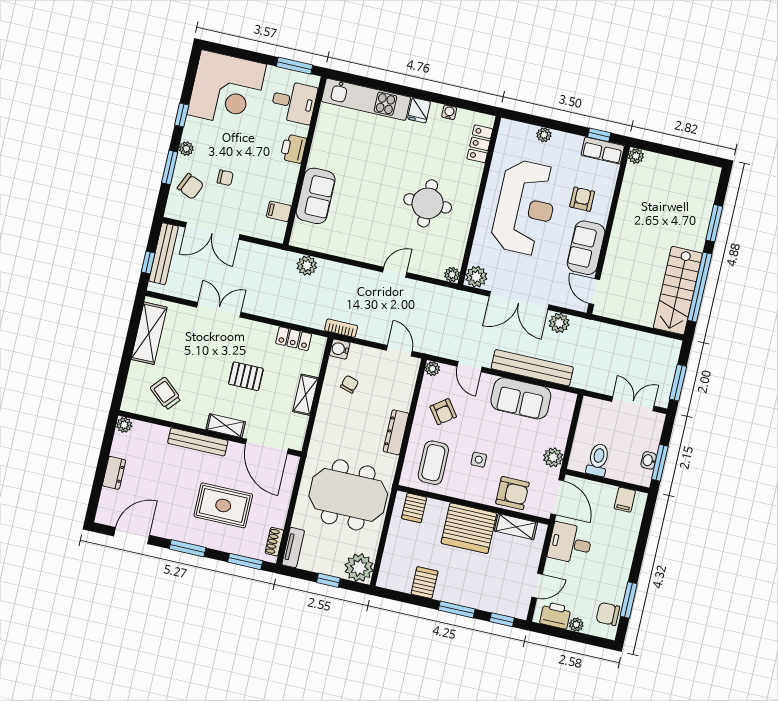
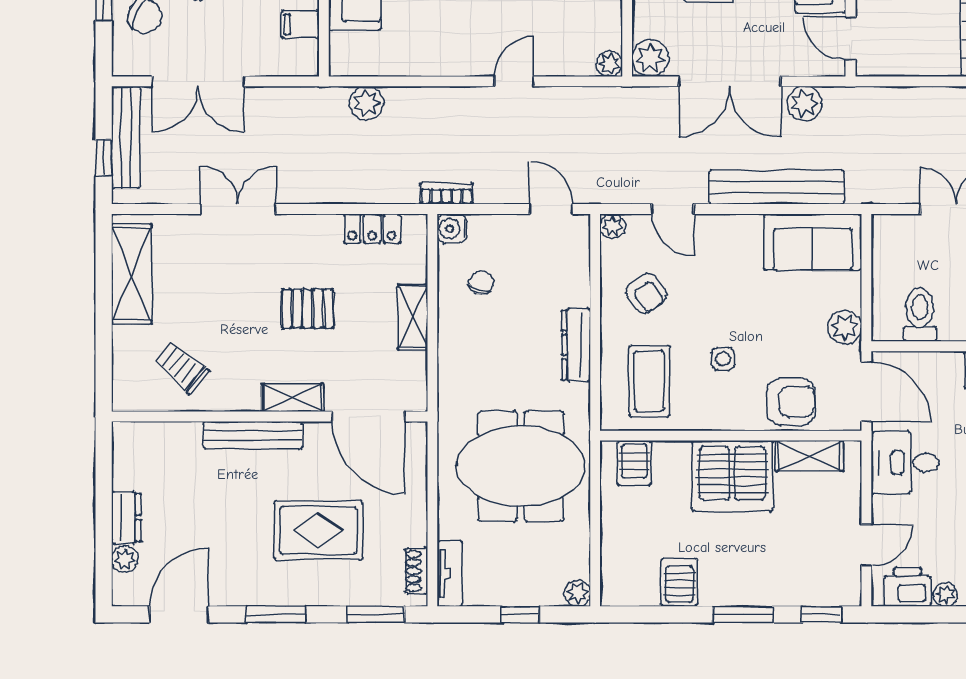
sofa: (521, 398) -> (813, 242), moved
plant: (124, 425) -> (125, 559), moved
plant: (359, 568) -> (577, 593), width x0.53, depth x0.53

